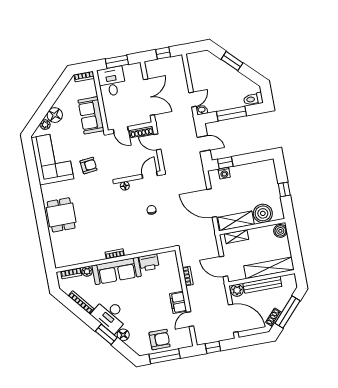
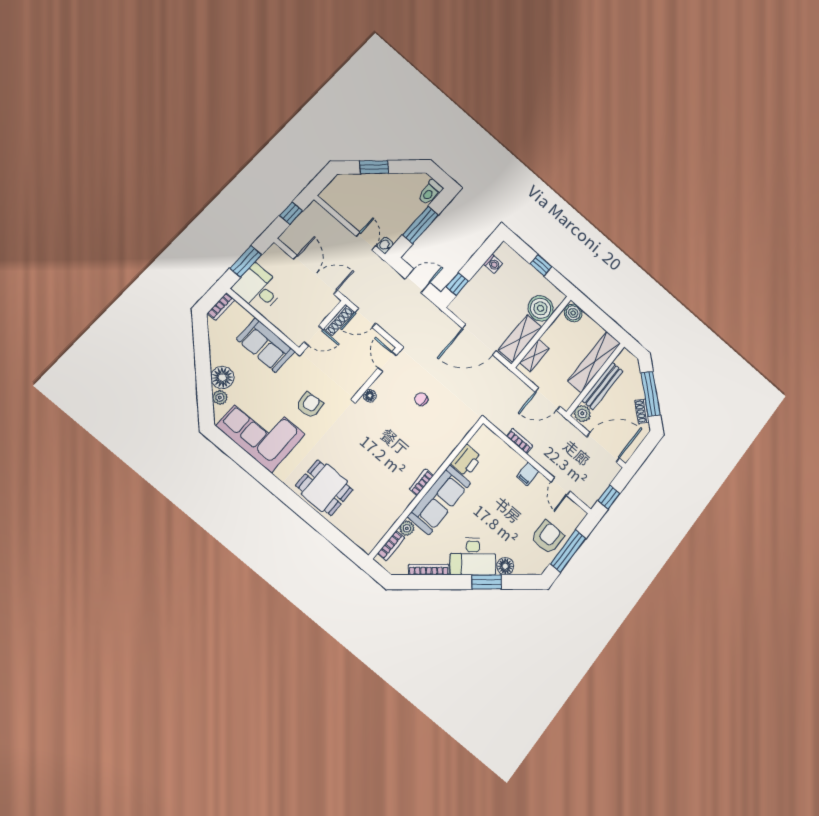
washing machine: (224, 173) -> (493, 264), moved
filing cabinet: (178, 302) -> (528, 474), width x0.50

